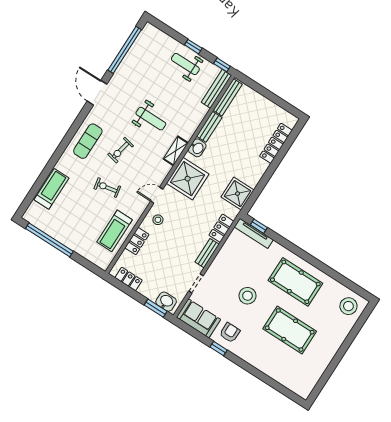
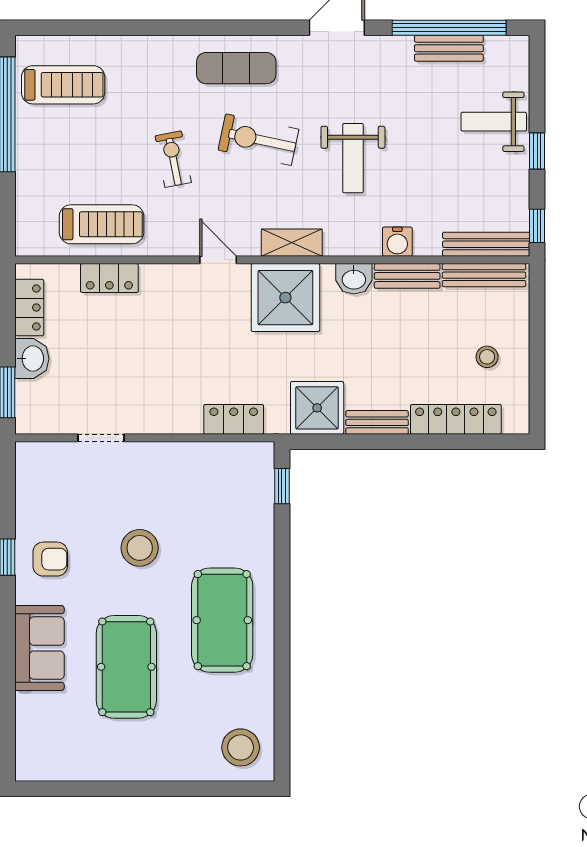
bench: (132, 55) -> (449, 48), added
weight bench: (185, 64) -> (494, 122), moved, turned -90
water cooler: (194, 122) -> (397, 242), added
exercise bike: (121, 150) -> (258, 140), width x1.38, depth x1.39
shelving: (176, 151) -> (292, 243), moved
treadmill: (52, 189) -> (63, 85), moved
stool: (158, 220) -> (487, 357), moved
treadmill: (114, 231) -> (102, 224), turned 180
tv unit: (254, 233) -> (263, 485), removed
bench: (207, 253) -> (377, 422), moved
washbasin: (166, 302) -> (32, 358), moved
sofa: (198, 318) -> (39, 648), moved

